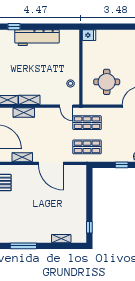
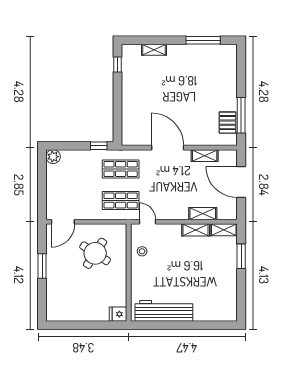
window: (14, 27) -> (215, 325), removed
workbench: (37, 38) -> (164, 311), moved
round table: (107, 82) -> (95, 253), turned 33
window: (122, 165) -> (99, 146), moved

